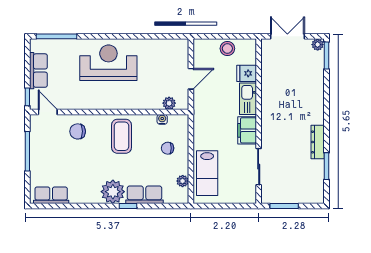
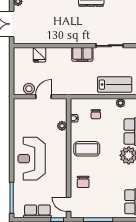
stool: (227, 48) -> (29, 89), moved
door: (191, 79) -> (44, 97), hinge flipped
kitchen sink: (248, 99) -> (59, 54), removed
plant: (169, 103) -> (62, 126), moved
door: (48, 112) -> (69, 204), hinge flipped

